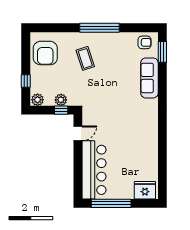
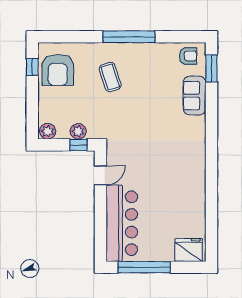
sofa: (149, 78) -> (195, 96), width x0.73
window: (26, 81) -> (32, 67), moved

